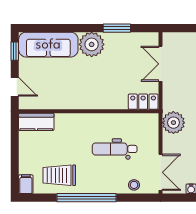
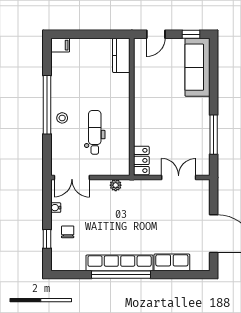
window: (117, 28) -> (214, 135), width x1.44
plant: (92, 44) -> (198, 110), removed
plant: (173, 123) -> (116, 185), width x0.53, depth x0.53
trolley: (59, 175) -> (69, 78), removed
stool: (134, 185) -> (62, 118), moved

